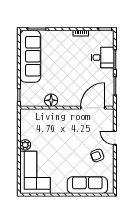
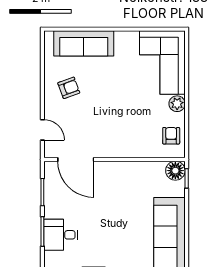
floor lamp: (51, 100) -> (175, 171), moved
door: (93, 108) -> (76, 159), hinge flipped
armchair: (29, 124) -> (171, 136), added
door: (115, 138) -> (42, 130), moved

